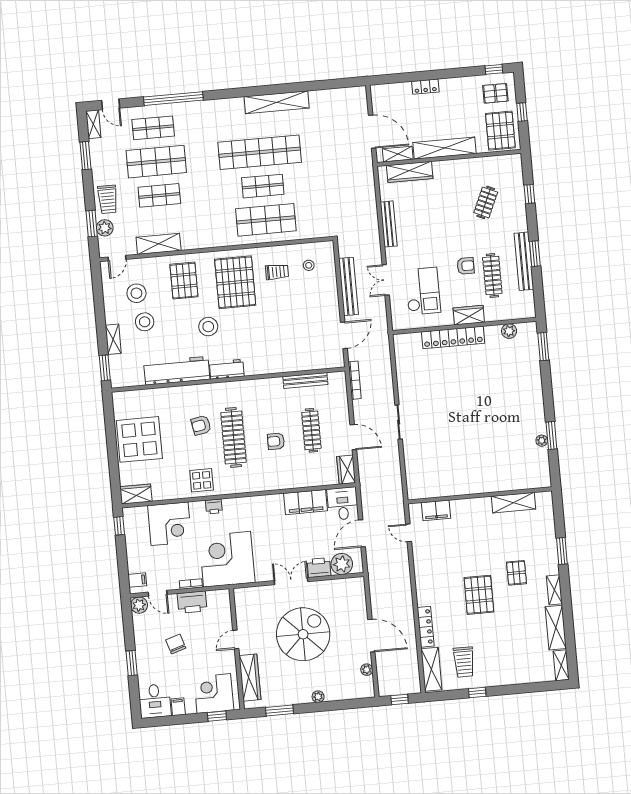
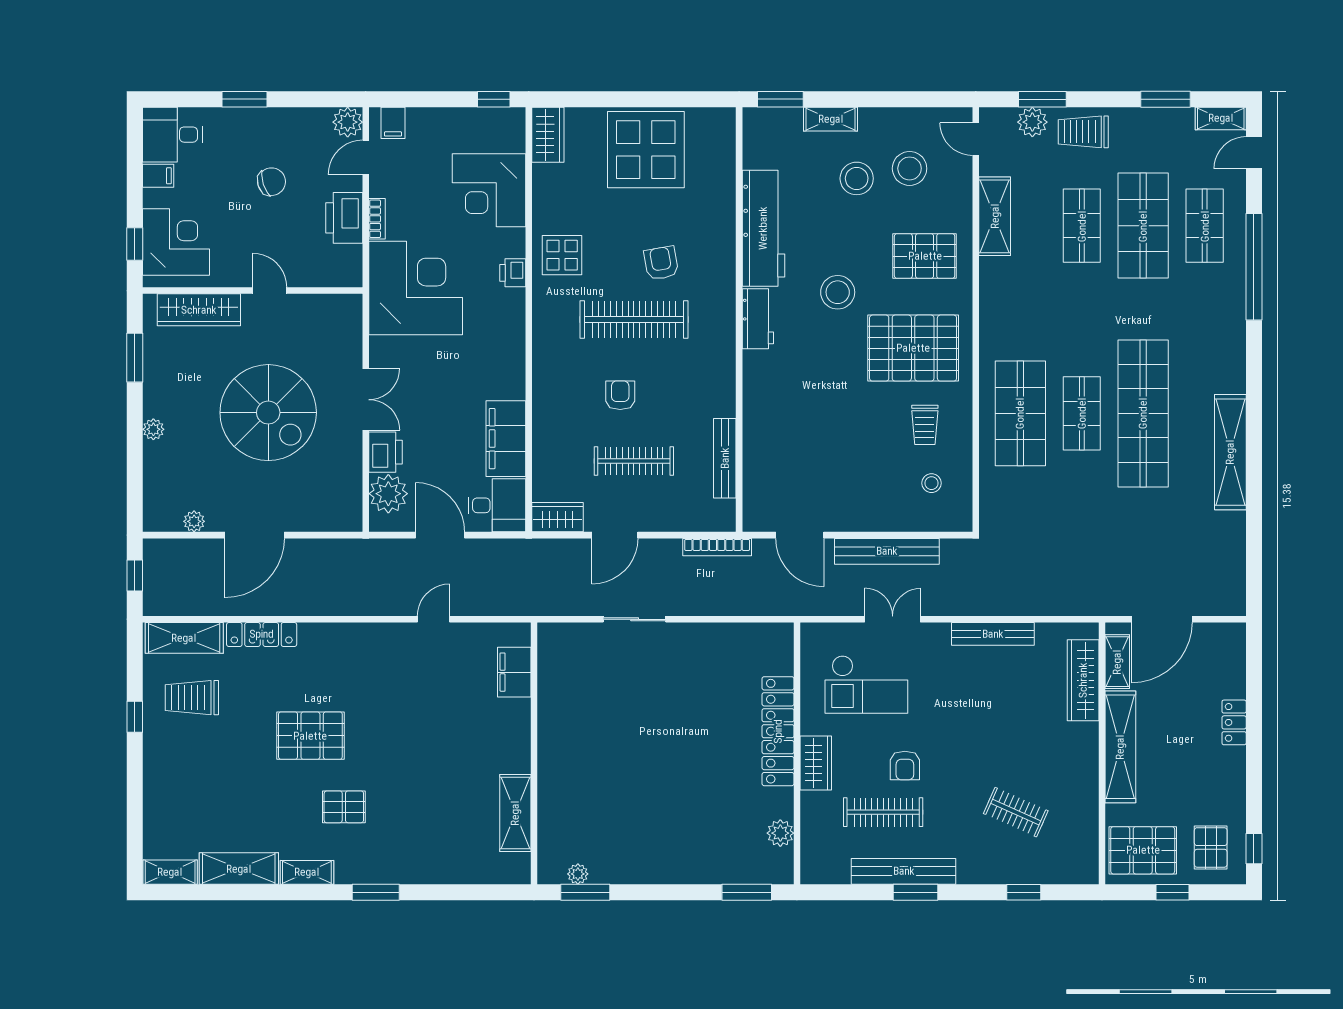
wall: (480, 495) -> (534, 753), moved
shelving: (514, 503) -> (515, 813), moved
filing cabinet: (436, 510) -> (514, 672), moved

